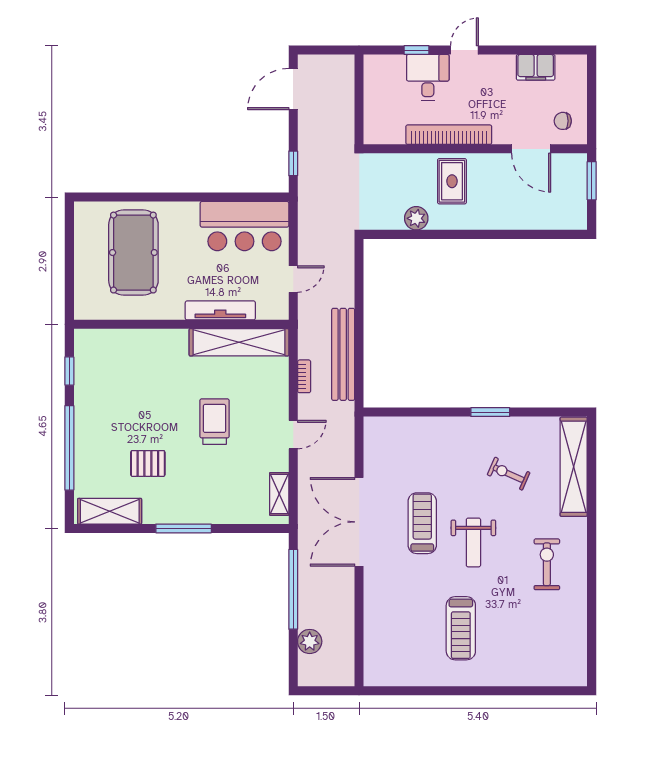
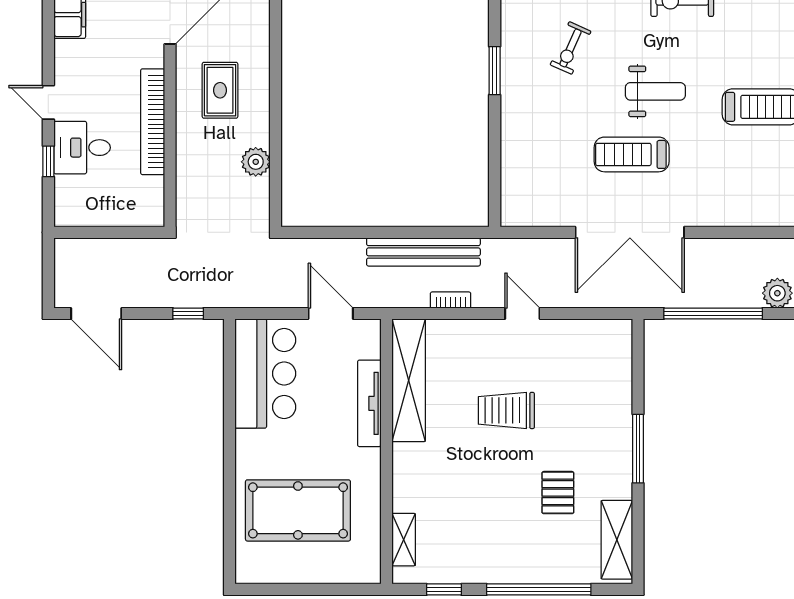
rug: (452, 181) -> (220, 90), moved, turned 90
door: (293, 279) -> (331, 313), width x1.38
shelving: (279, 494) -> (404, 540), moved, turned 90

